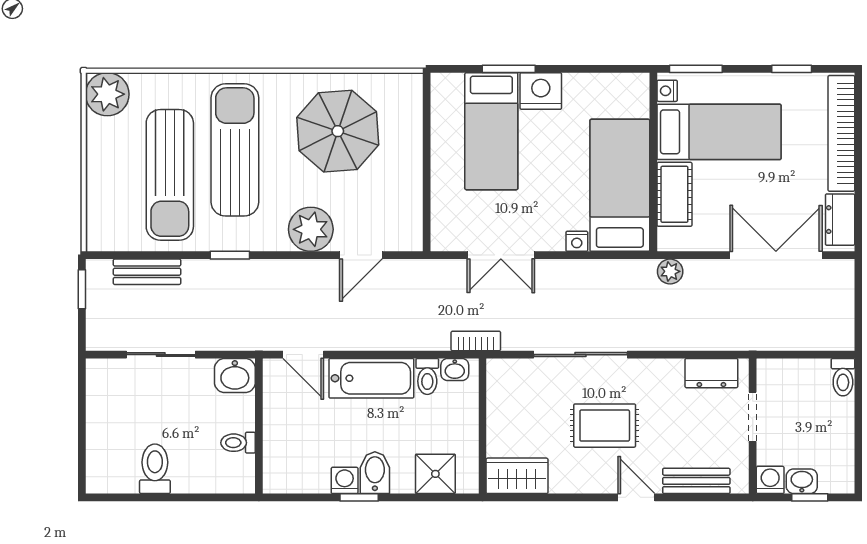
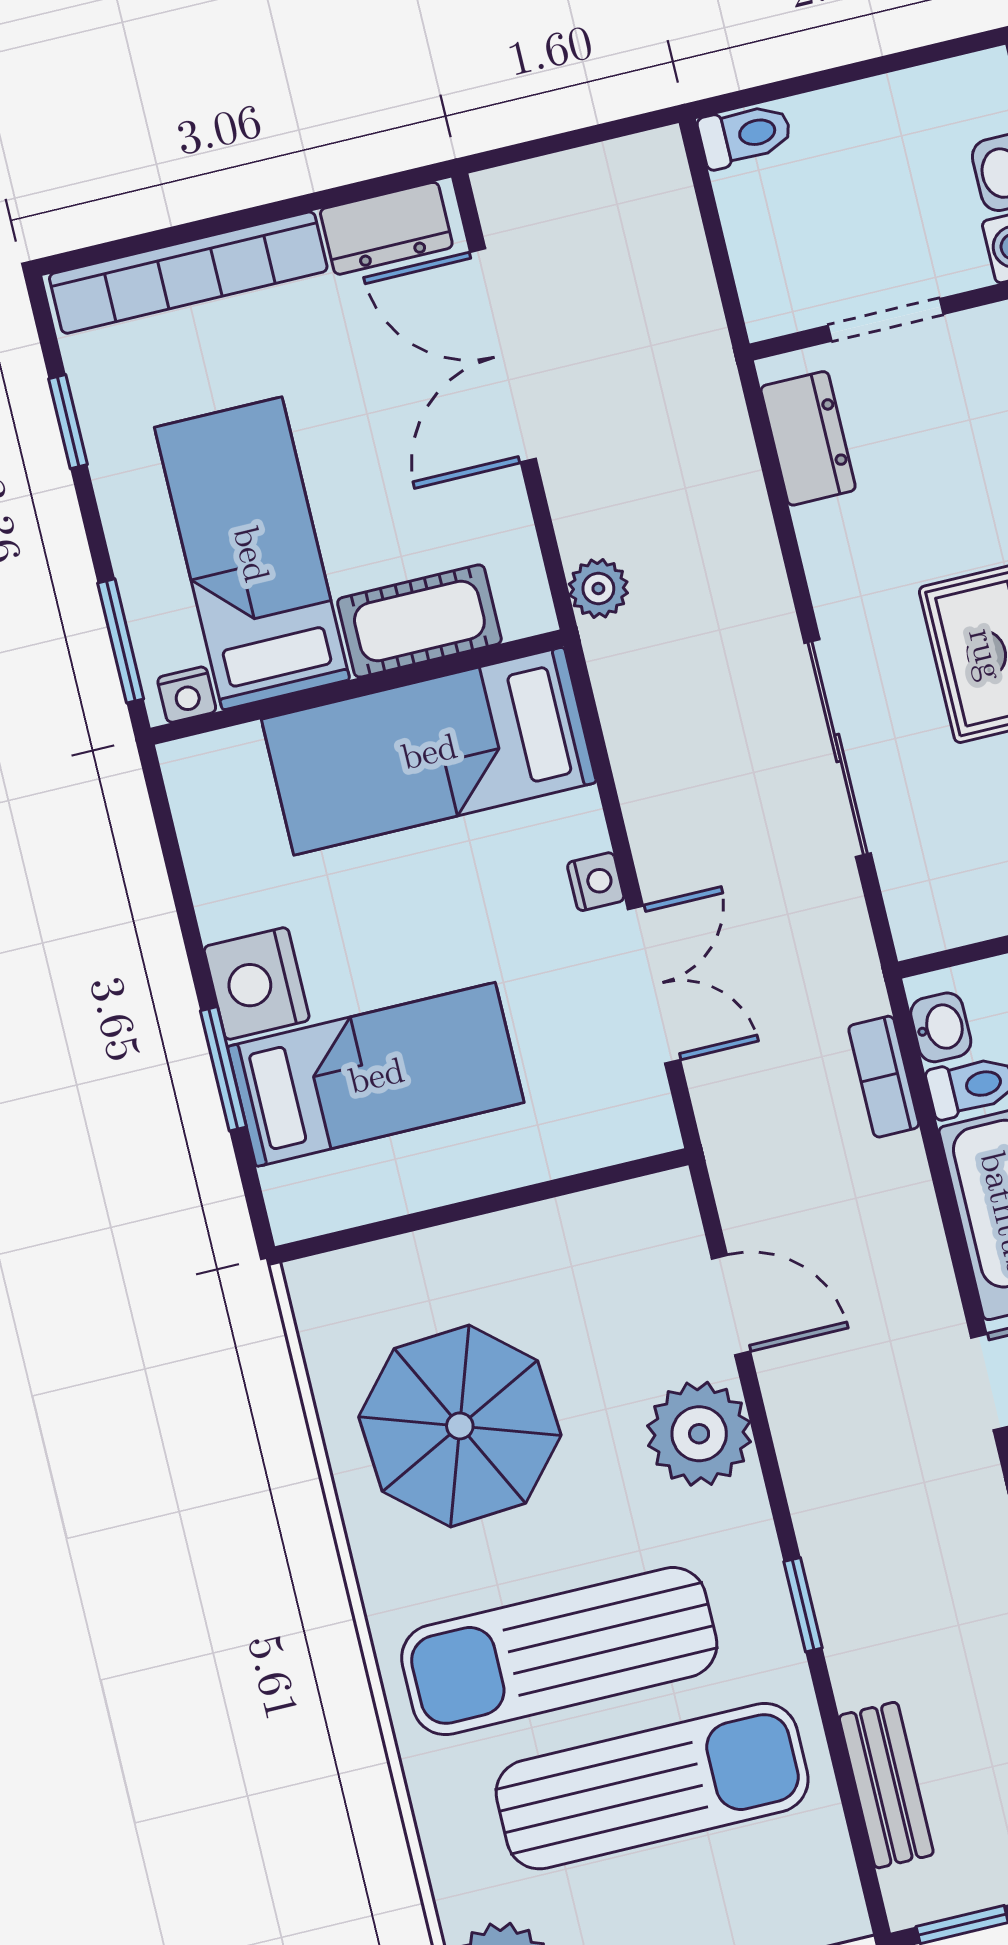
nightstand: (577, 241) -> (596, 882), moved
bookcase: (476, 341) -> (884, 1077), moved

